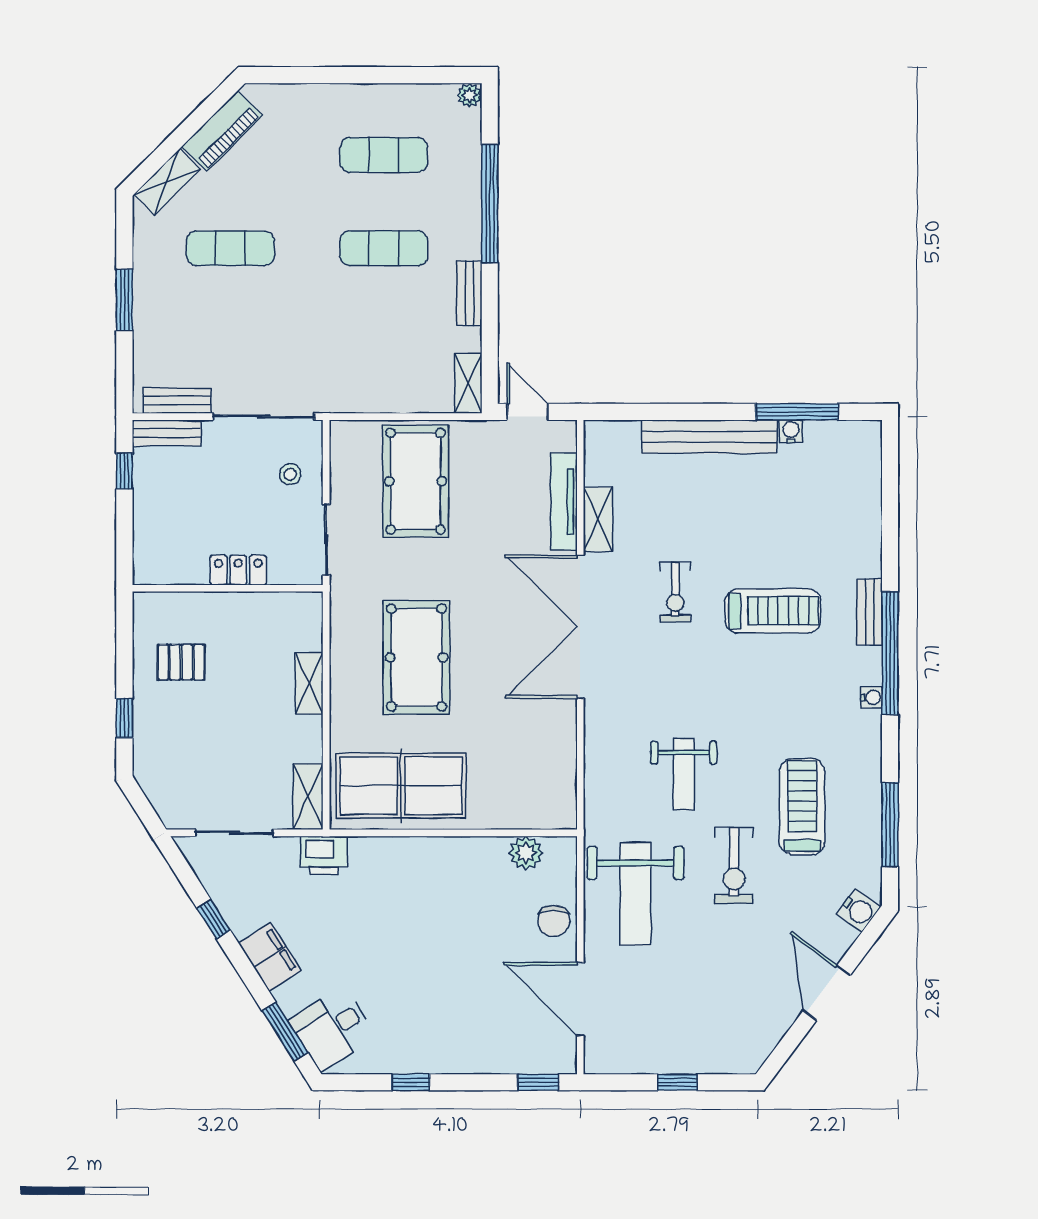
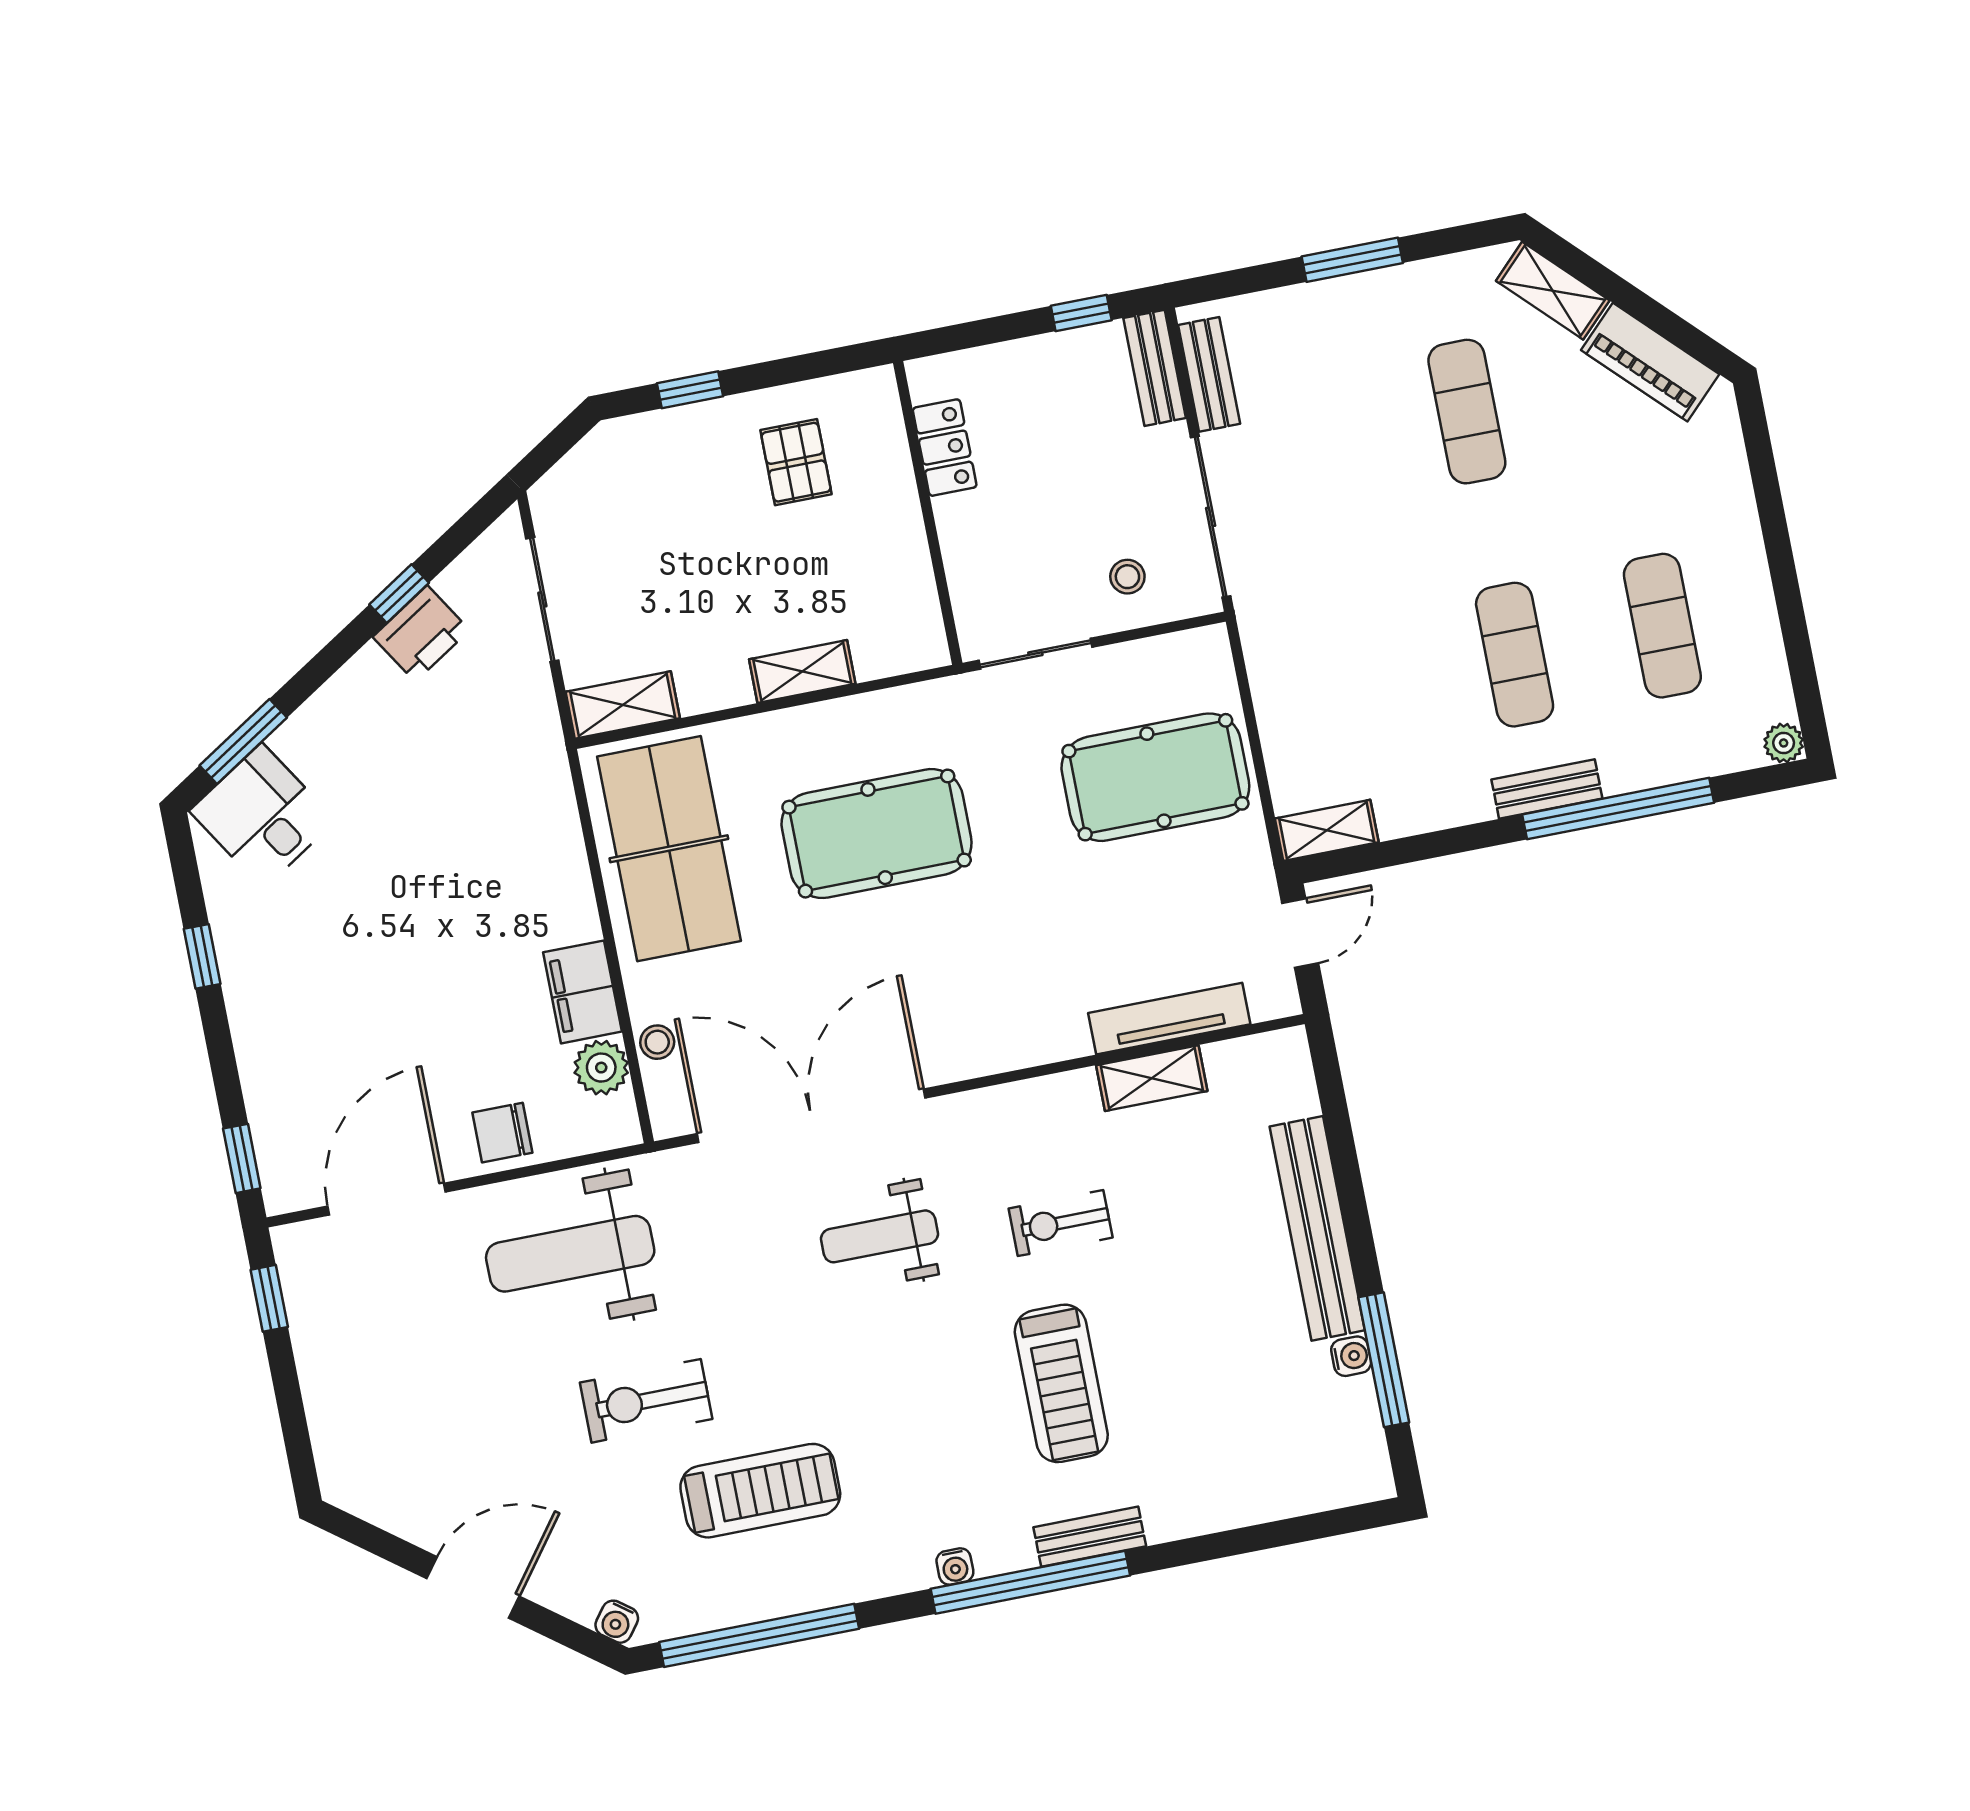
bench: (469, 293) -> (1547, 789), moved
locker: (238, 570) -> (945, 448), moved
double door: (580, 627) -> (811, 1116), moved
weight bench: (684, 774) -> (879, 1236), moved
stool: (517, 816) -> (657, 1042), added
window: (890, 825) -> (759, 1635), width x1.46
printer: (324, 855) -> (421, 633), moved, turned -122
water cooler: (859, 910) -> (617, 1622), width x0.72, depth x0.72
filing cabinet: (270, 957) -> (582, 992), moved, turned 122
window: (677, 1082) -> (269, 1298), moved

